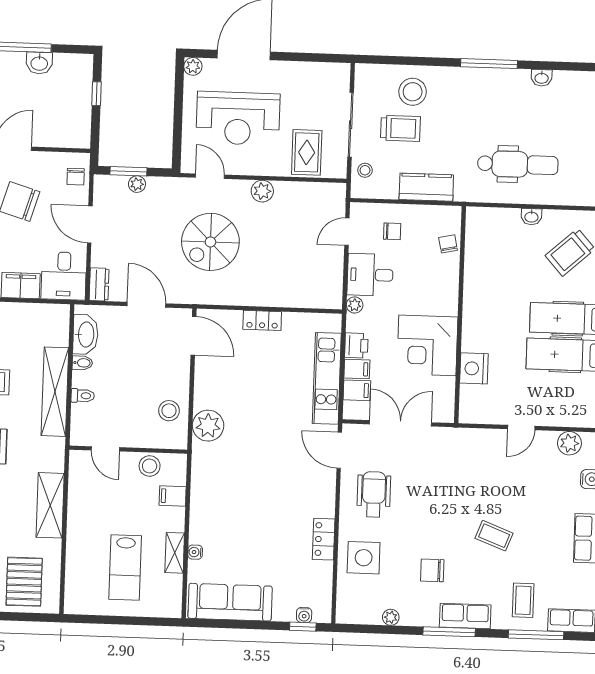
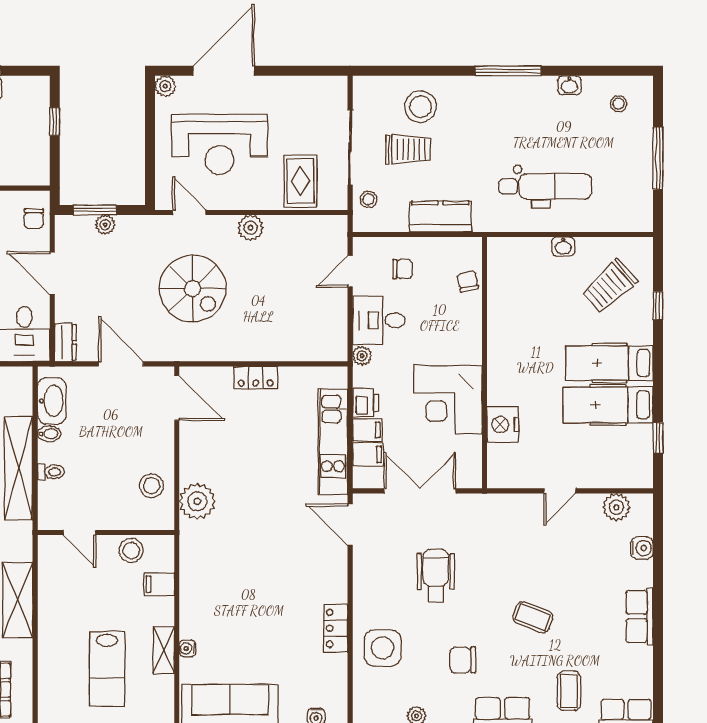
stool: (583, 95) -> (619, 104), added
spiral stairs: (210, 242) -> (193, 289), turned -90
wheelchair: (374, 494) -> (436, 576), moved

